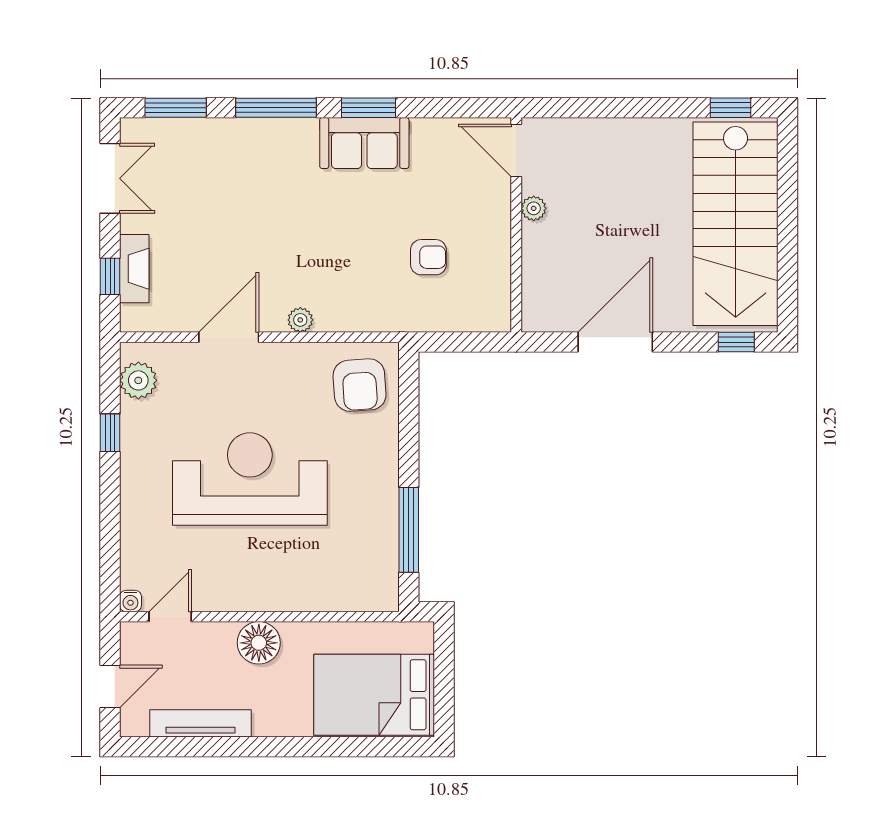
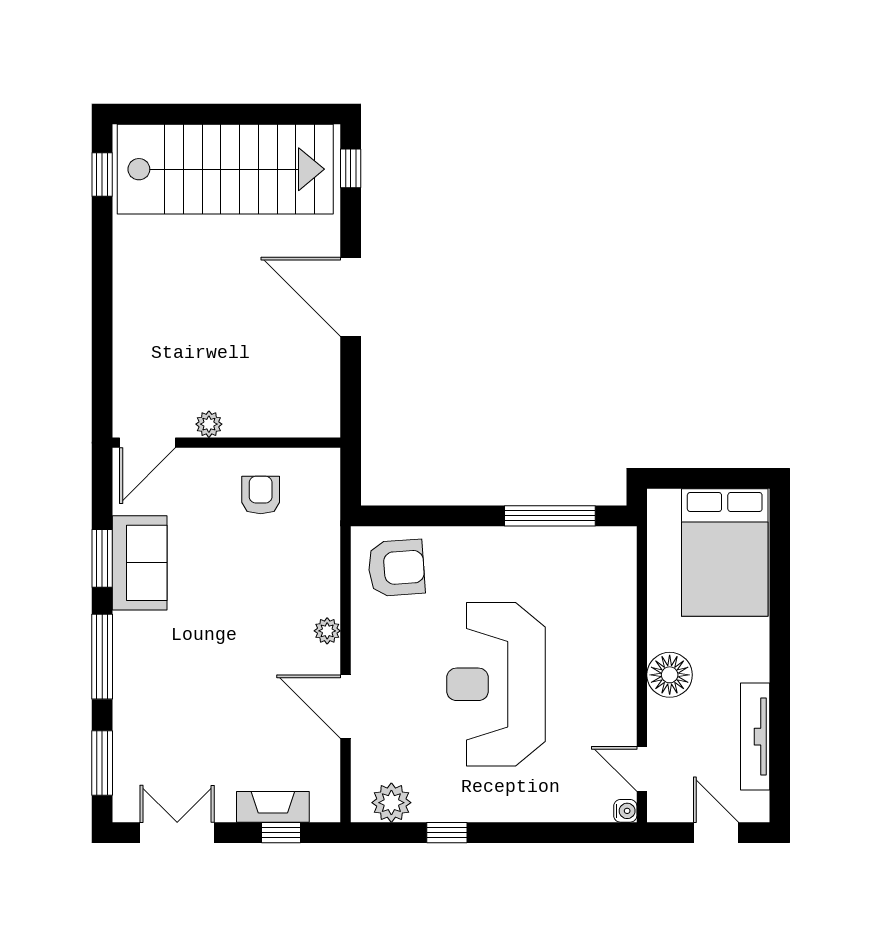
door: (516, 150) -> (148, 443), moved
plant: (534, 208) -> (209, 424), moved
wall: (516, 225) -> (226, 443), moved

